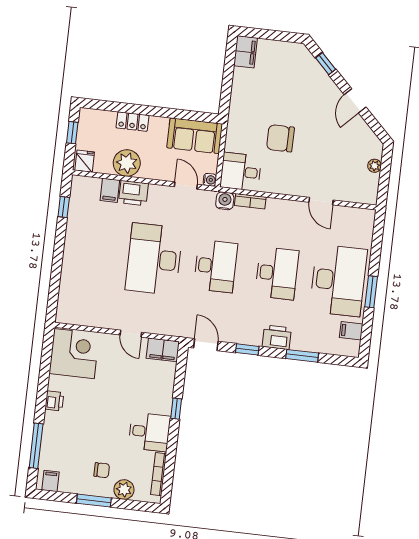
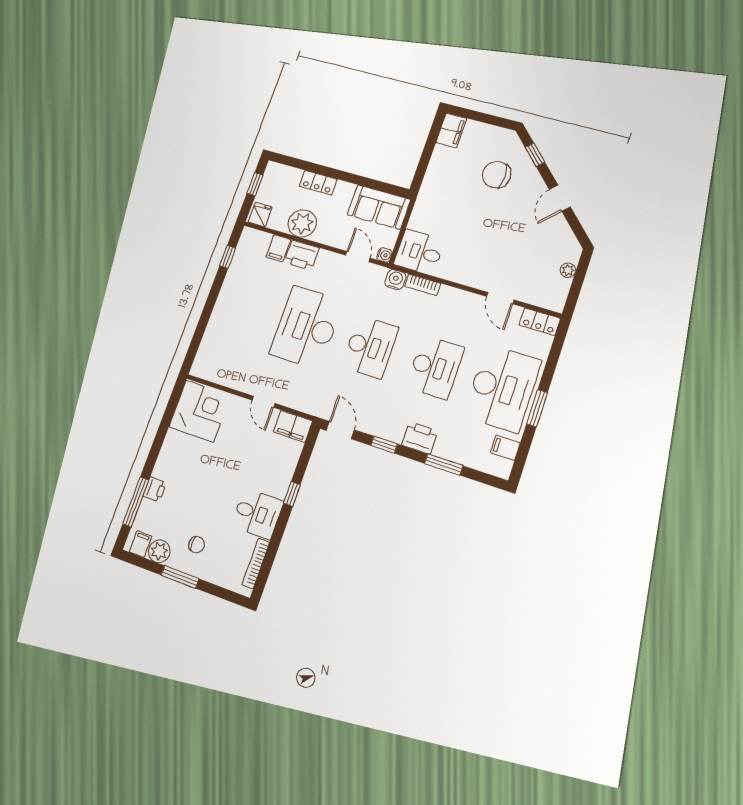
chair: (280, 138) -> (497, 175), moved
locker: (359, 216) -> (540, 322), added
printer: (54, 401) -> (155, 489), moved
plant: (124, 490) -> (159, 551), moved

